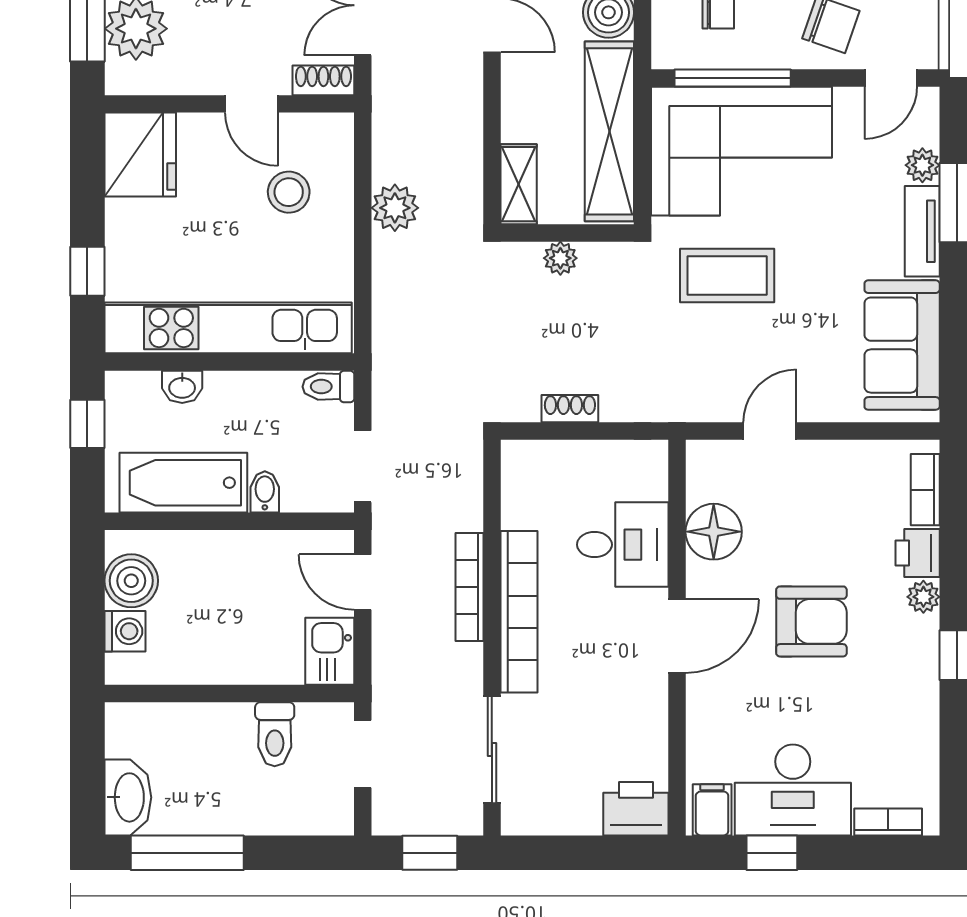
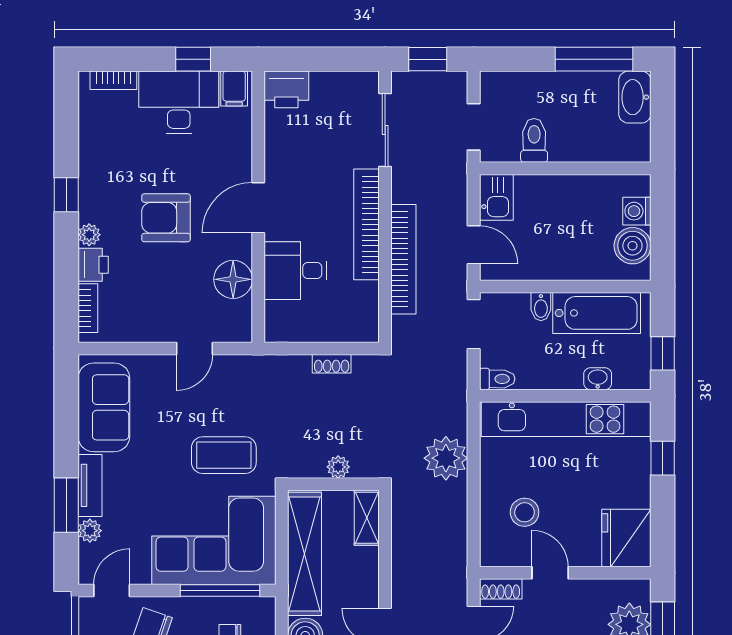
plant: (395, 208) -> (446, 458), moved, width x1.36, depth x1.36
bookcase: (470, 587) -> (403, 259), width x1.48, depth x1.31

